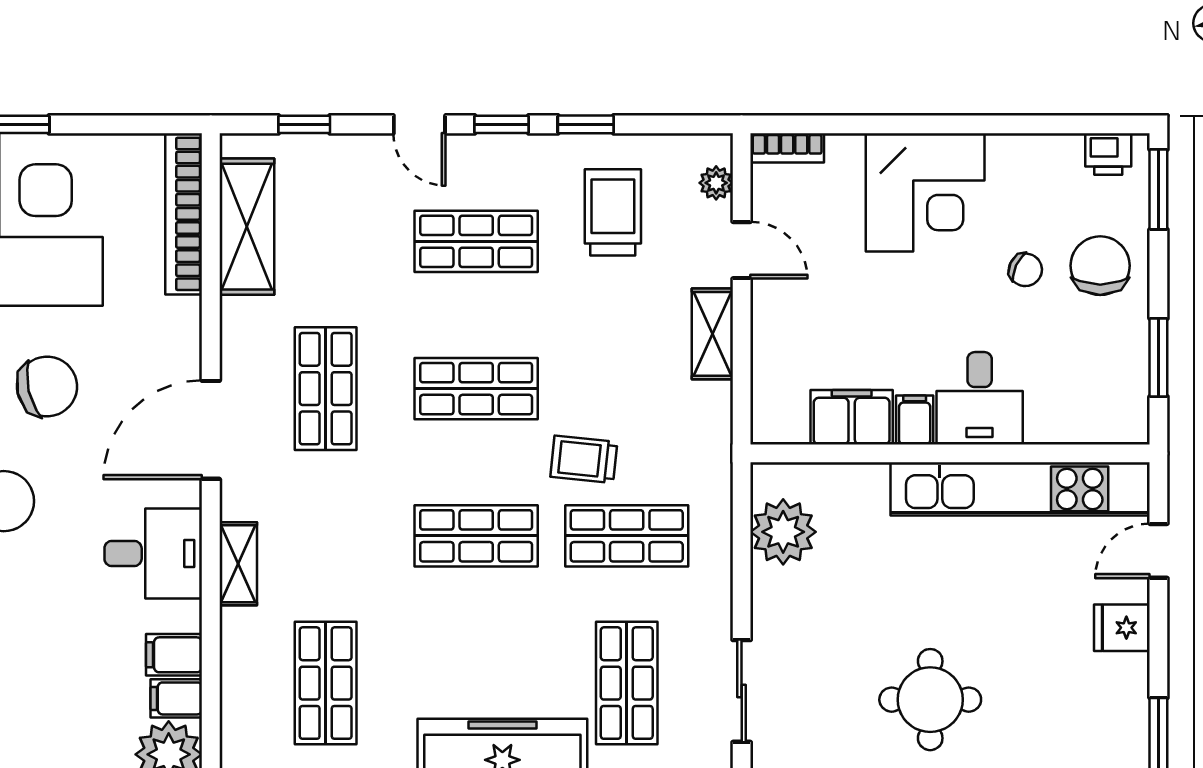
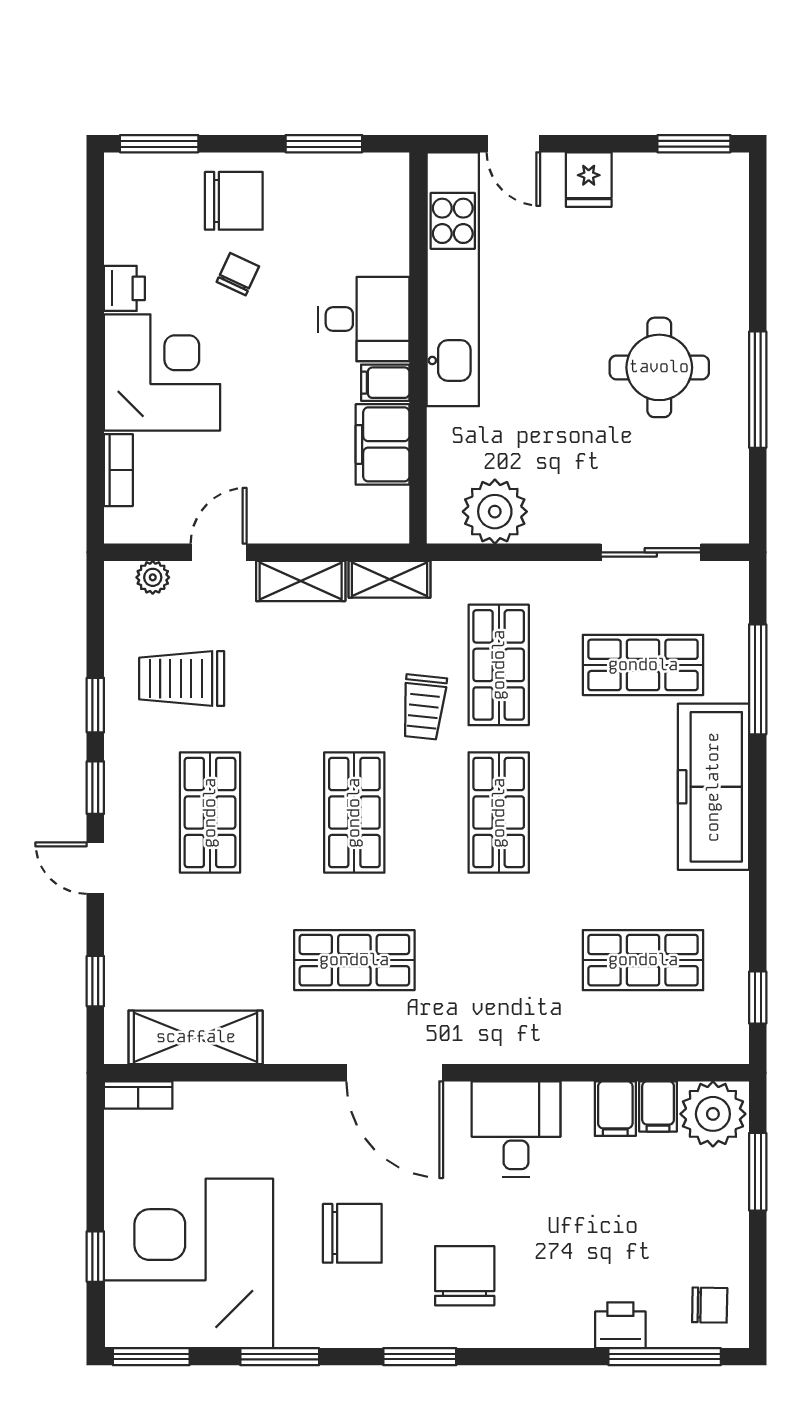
door: (419, 124) -> (95, 868), swing flipped
bookcase: (787, 148) -> (118, 470), moved
printer: (1108, 154) -> (124, 288), moved
bookcase: (184, 214) -> (138, 1095), width x0.43, depth x0.76
chair: (1100, 266) -> (234, 201), turned 180
chair: (47, 387) -> (352, 1233), turned 103
shelving: (238, 564) -> (390, 579), moved

